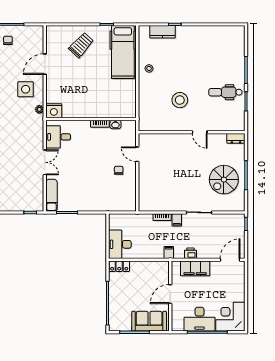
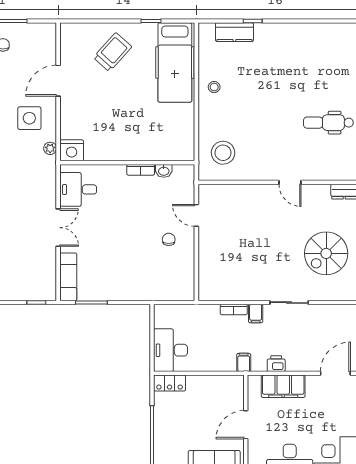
stool: (180, 100) -> (223, 153), moved

